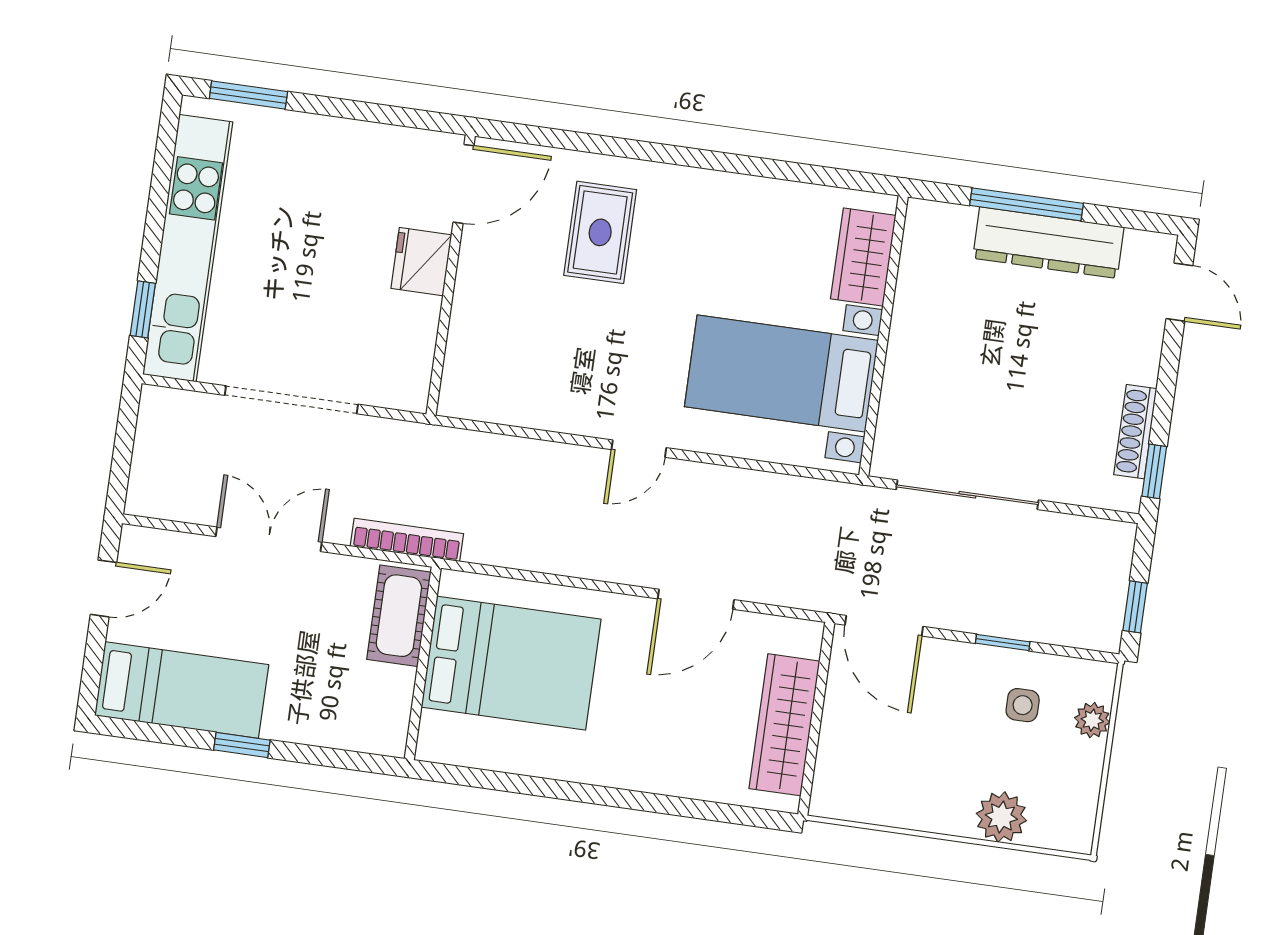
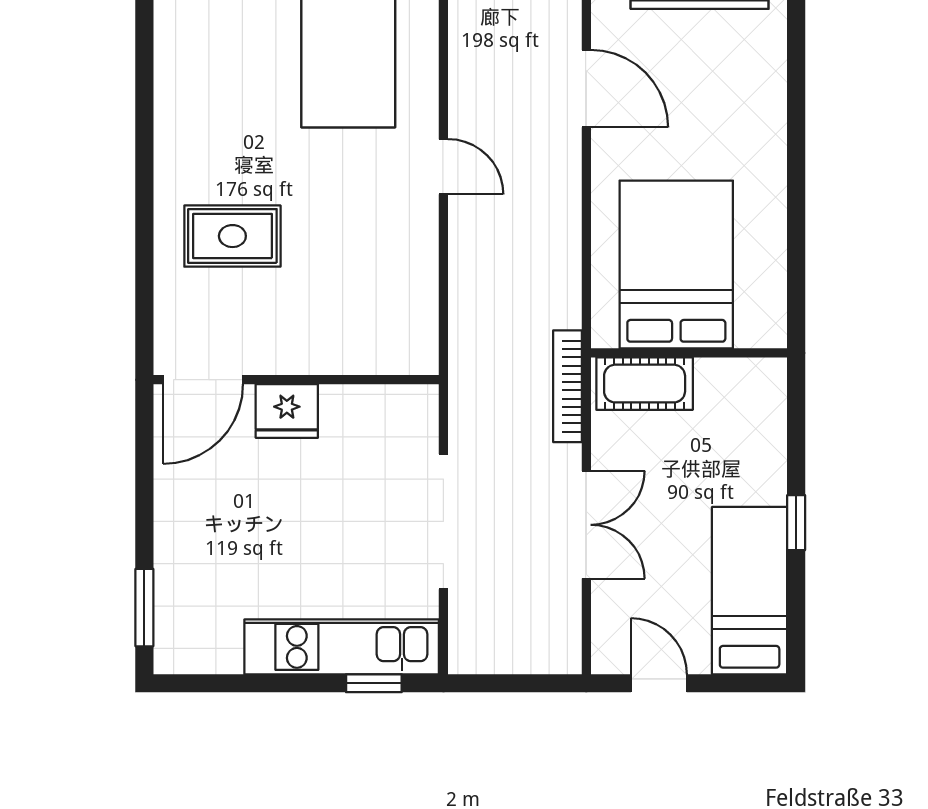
door: (464, 184) -> (203, 380), swing flipped
kitchen unit: (188, 248) -> (342, 647), width x0.73
double door: (269, 539) -> (586, 525), swing flipped

